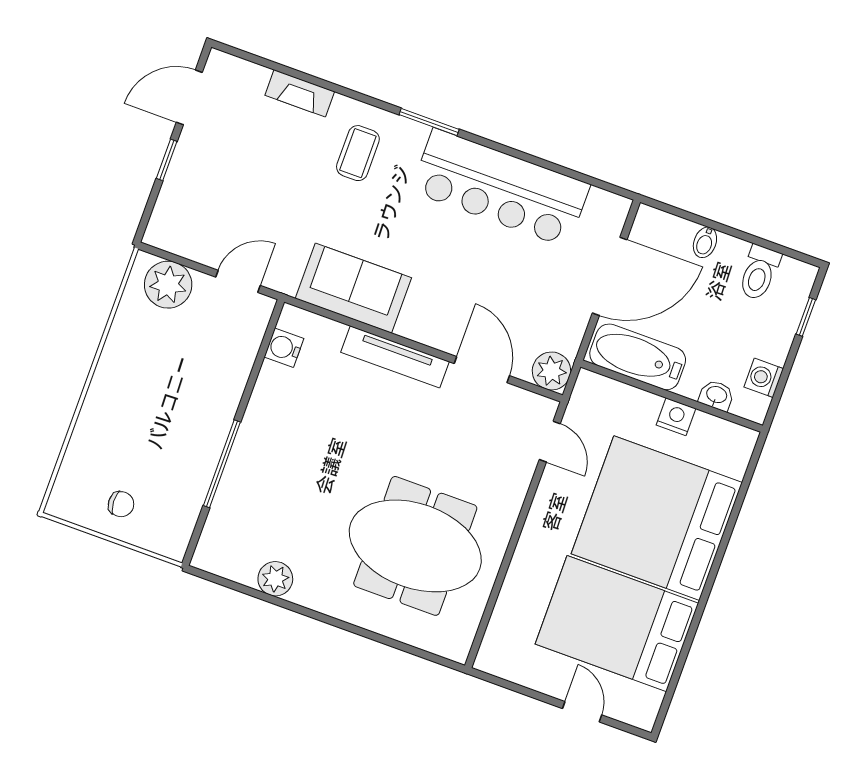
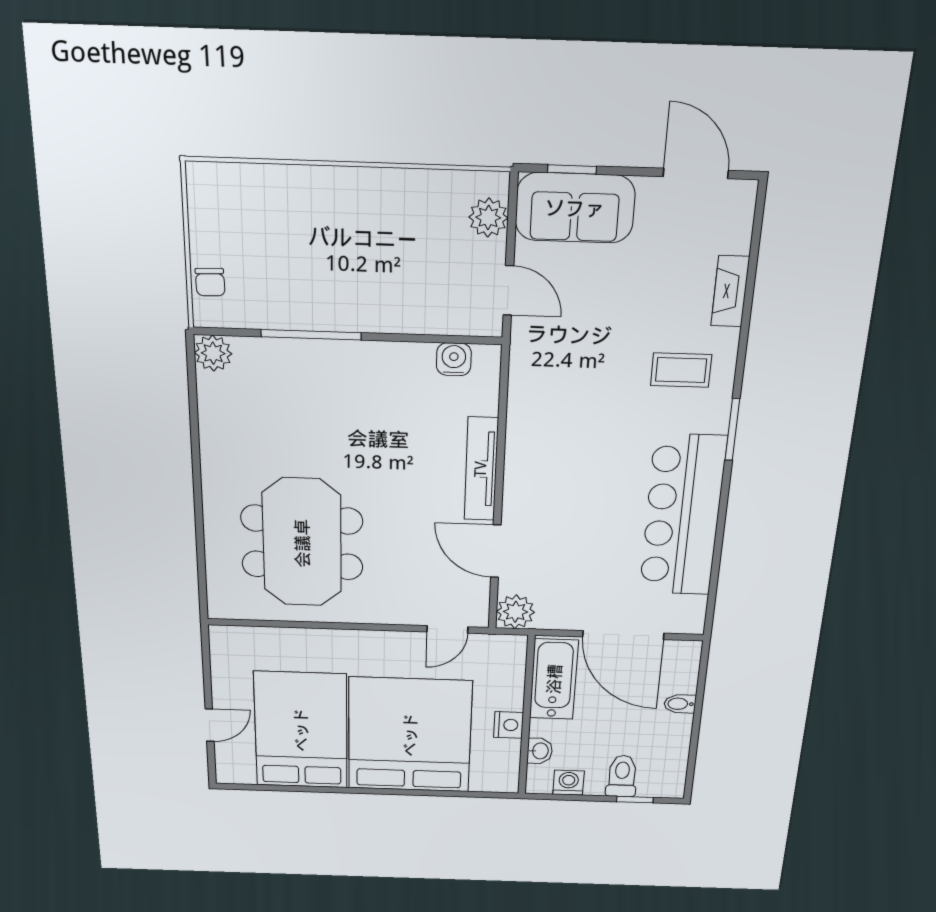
window: (167, 160) -> (572, 169), moved
toilet: (759, 273) -> (622, 776), moved, turned 90
plant: (168, 285) -> (488, 218), width x0.73, depth x0.73
sofa: (353, 288) -> (575, 208), moved, turned 90
door: (482, 370) -> (496, 551), swing flipped
chair: (121, 504) -> (210, 282), moved
plant: (275, 579) -> (213, 353), moved

